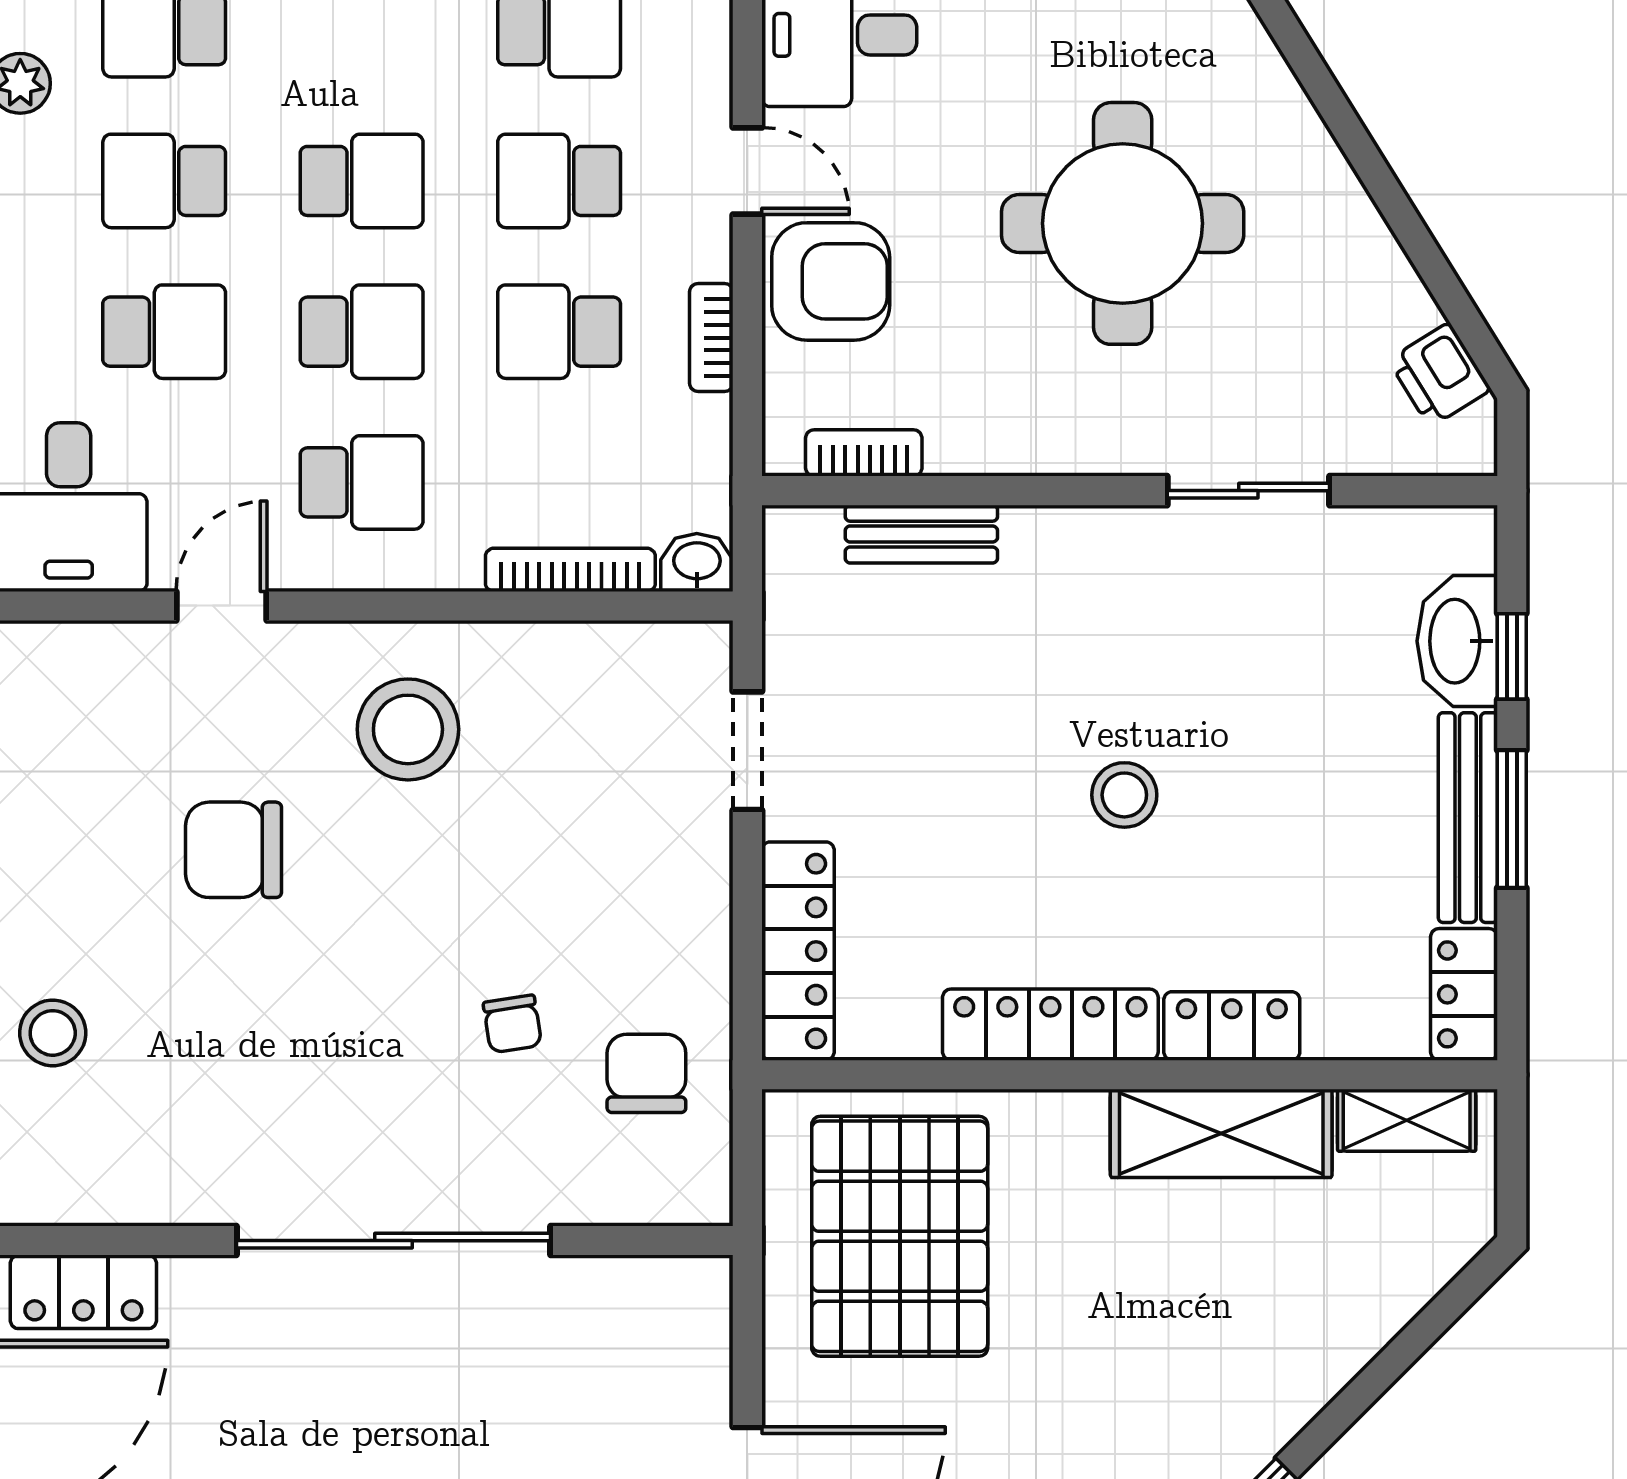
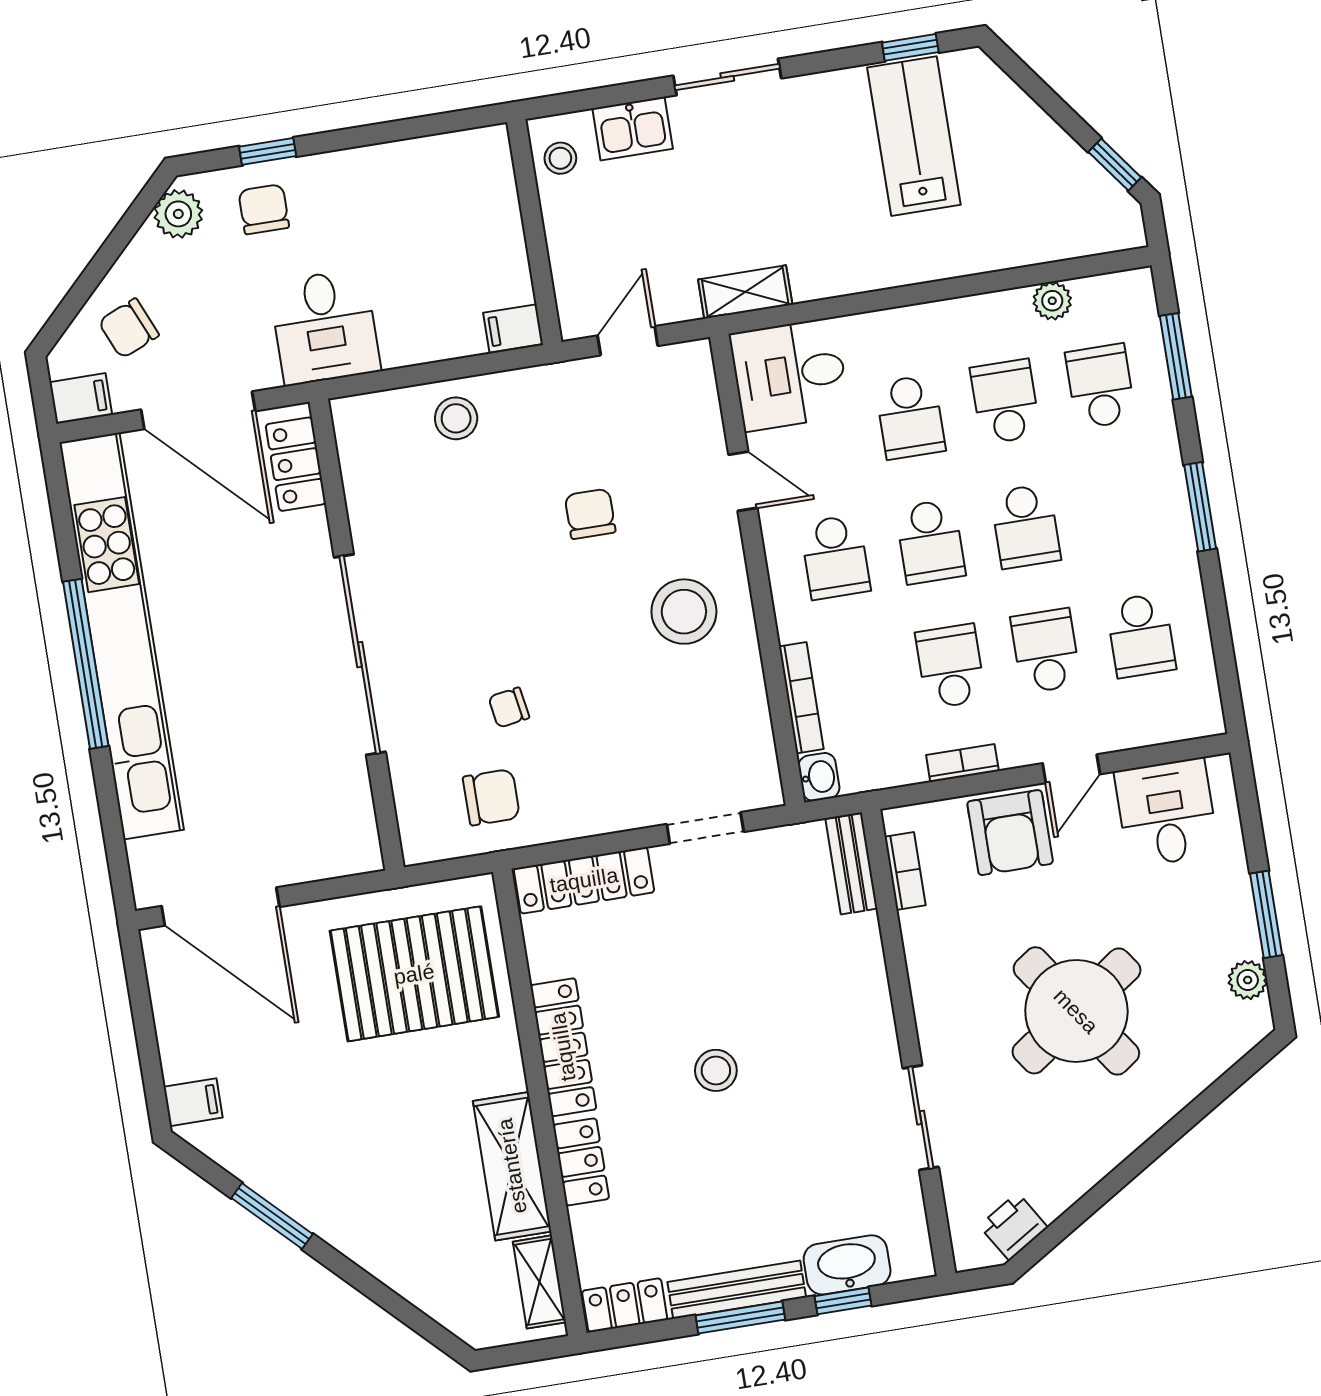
round table: (1123, 223) -> (1076, 1011), turned -35
bench: (921, 534) -> (851, 864), moved
chair: (234, 850) -> (590, 514), width x0.73, depth x0.73

